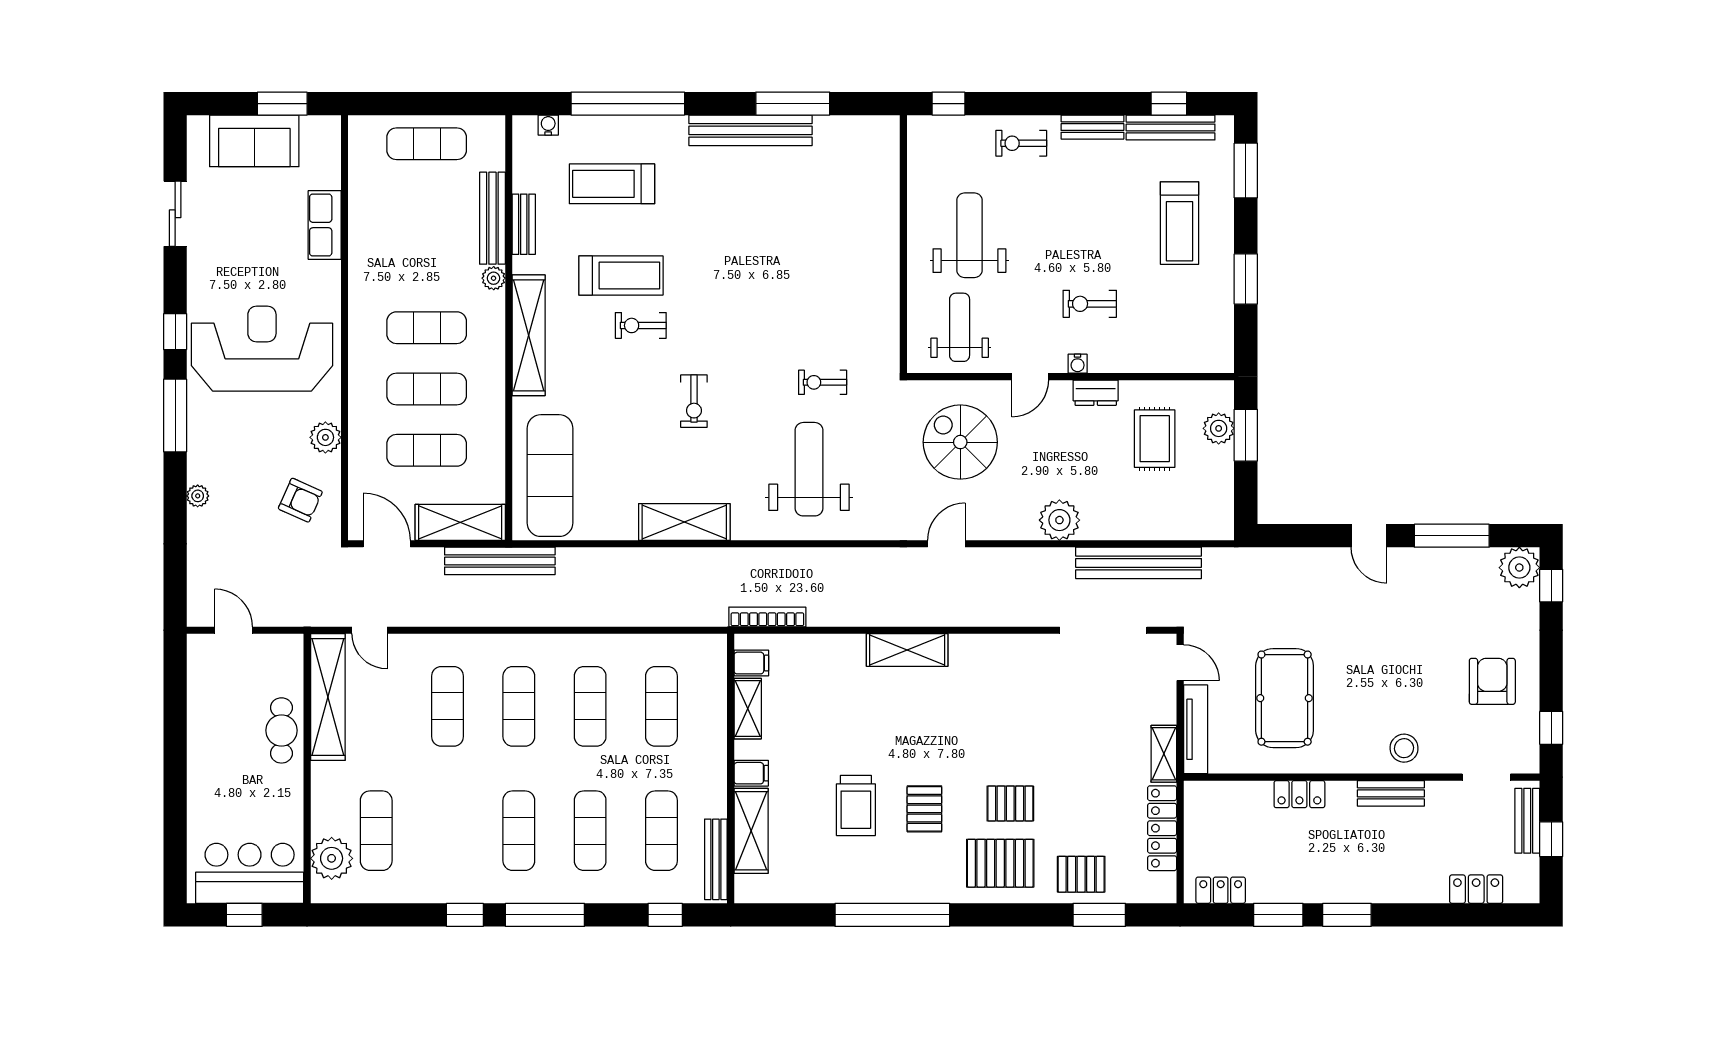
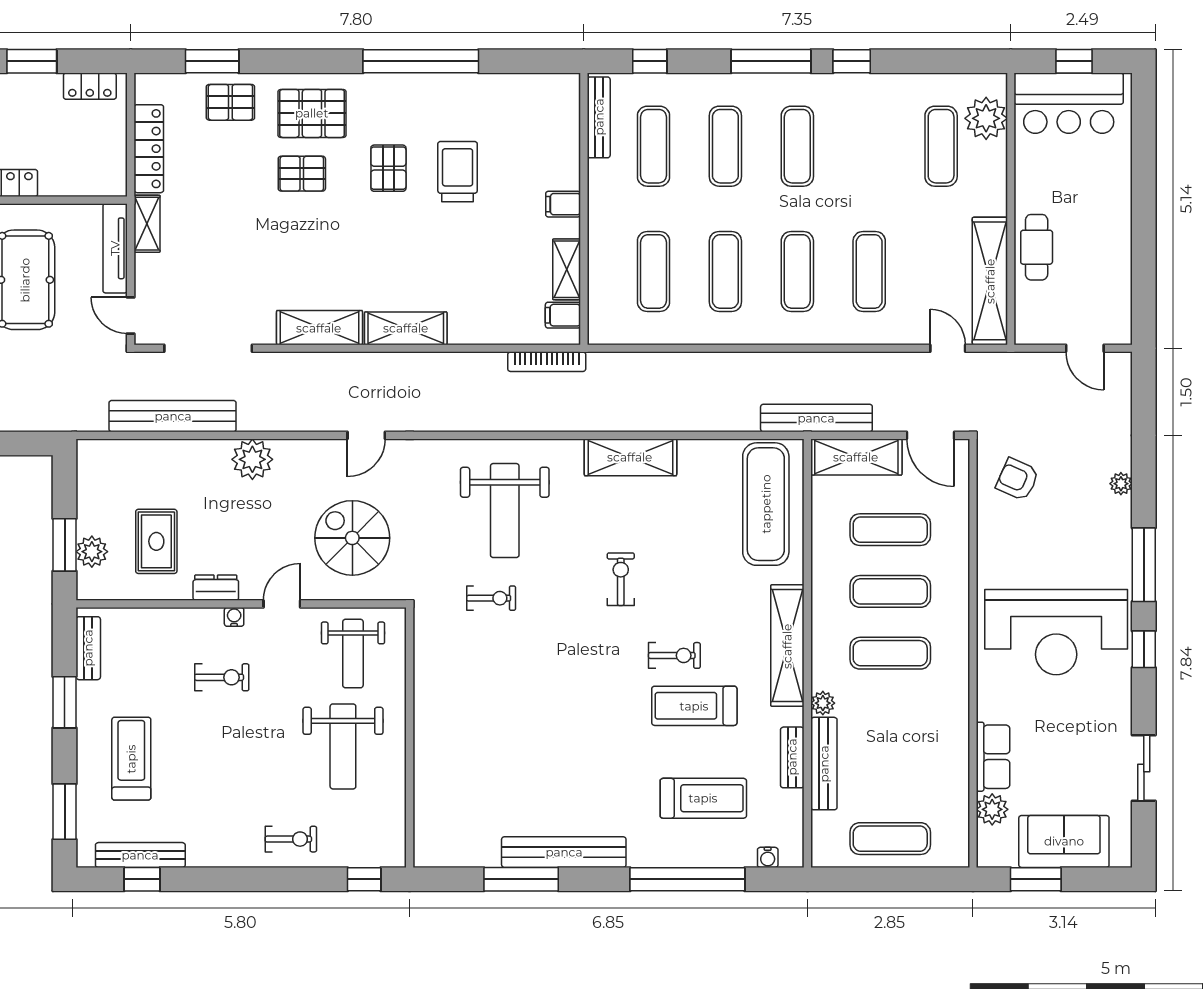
bench: (1092, 127) -> (88, 648), moved, turned 90
plant: (325, 437) -> (992, 809), moved
spiral stairs: (960, 442) -> (352, 538), turned 180
shelving: (751, 831) -> (319, 328), moved, turned 90

